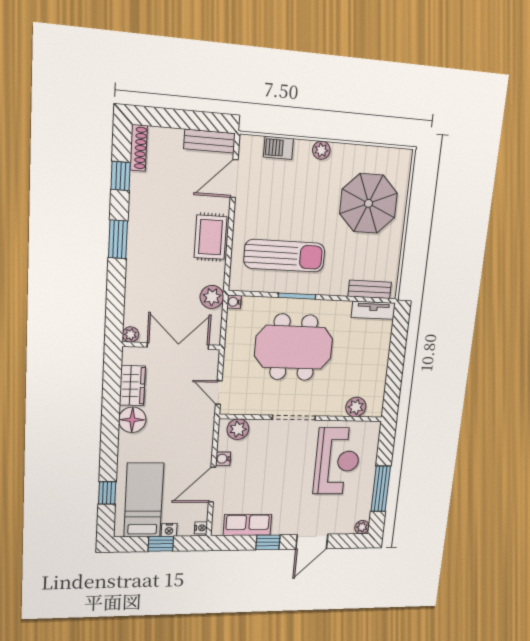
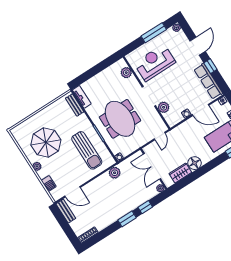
window: (121, 176) -> (145, 207), moved
parasol: (368, 203) -> (46, 143), moved
rug: (211, 237) -> (101, 185), removed
sun lounger: (284, 256) -> (87, 150), turned 180
plant: (212, 297) -> (115, 173), moved
plant: (238, 429) -> (164, 107), moved
row of seats: (247, 525) -> (208, 81), width x1.48
door: (312, 542) -> (198, 46), hinge flipped

